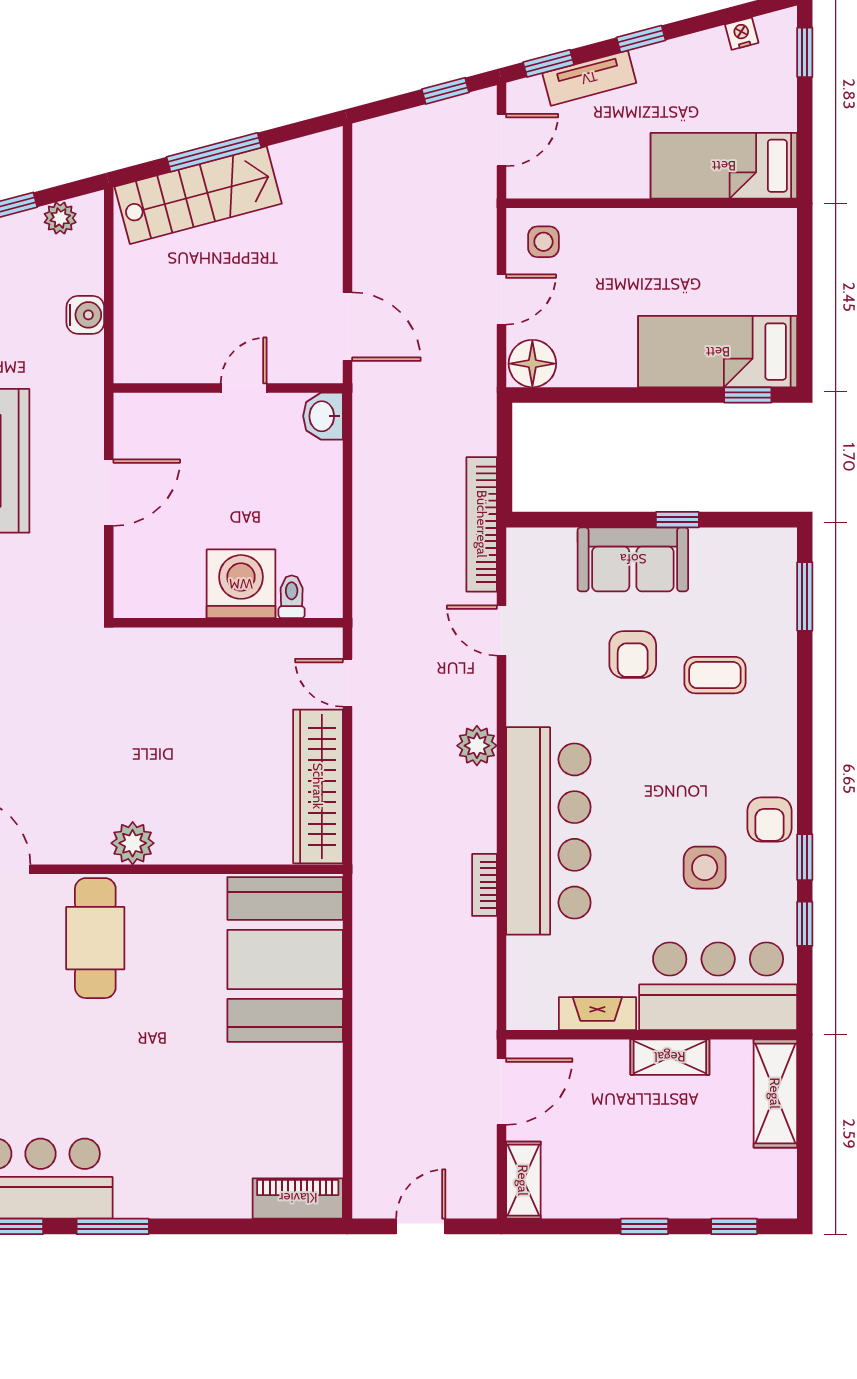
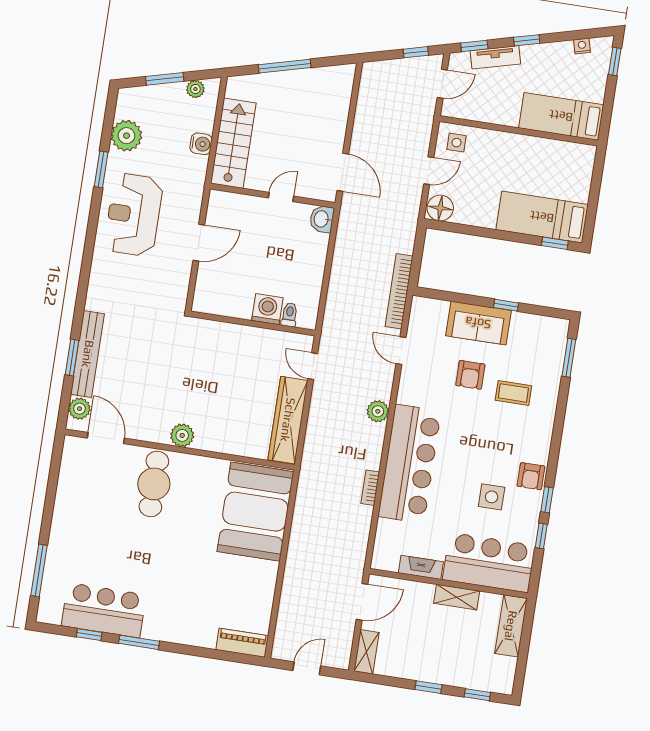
stairs: (198, 195) -> (233, 143), moved, turned -75
washing machine: (241, 584) -> (267, 309), width x0.73, depth x0.73

